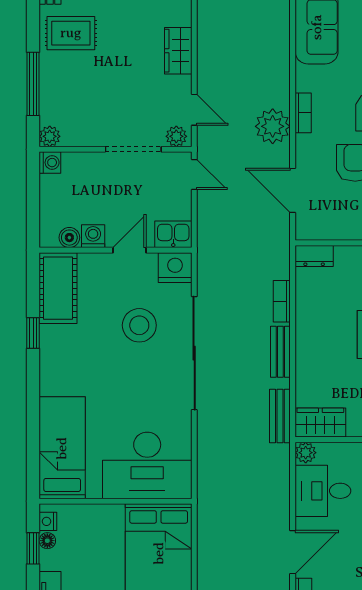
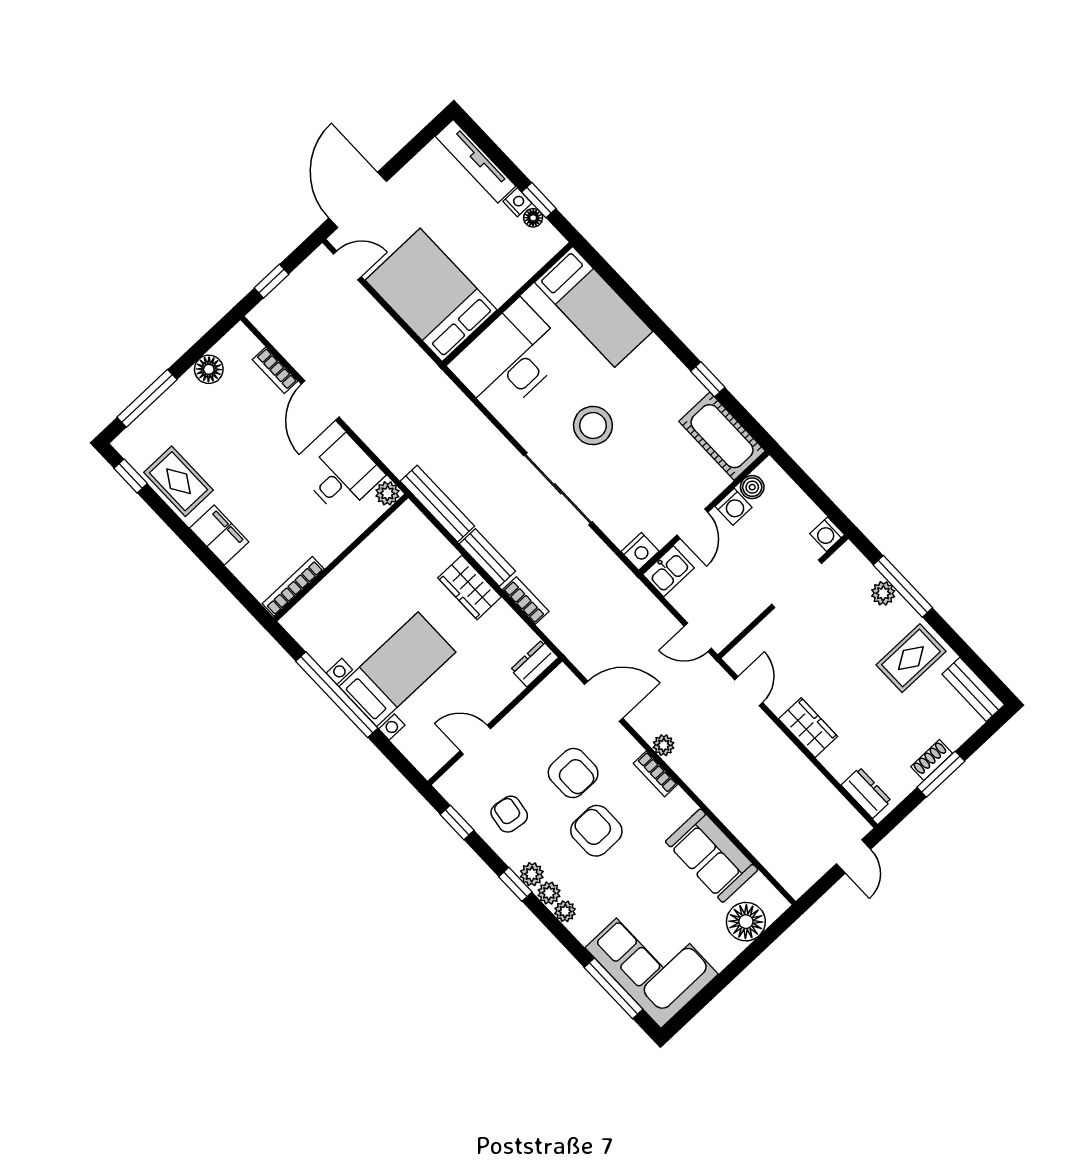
door: (194, 110) -> (749, 691), swing flipped
plant: (273, 126) -> (664, 745), width x0.53, depth x0.53
plant: (50, 136) -> (883, 593), moved
plant: (176, 136) -> (743, 655), removed
doorway: (133, 149) -> (797, 584), moved
nightstand: (175, 268) -> (640, 551), width x0.74, depth x0.75
stool: (139, 325) -> (593, 426), moved
sliding door: (194, 353) -> (558, 489), width x0.73
bench: (280, 416) -> (437, 504), width x1.36
wardrobe: (320, 423) -> (470, 587), moved, turned 90
nightstand: (48, 521) -> (517, 202), moved

